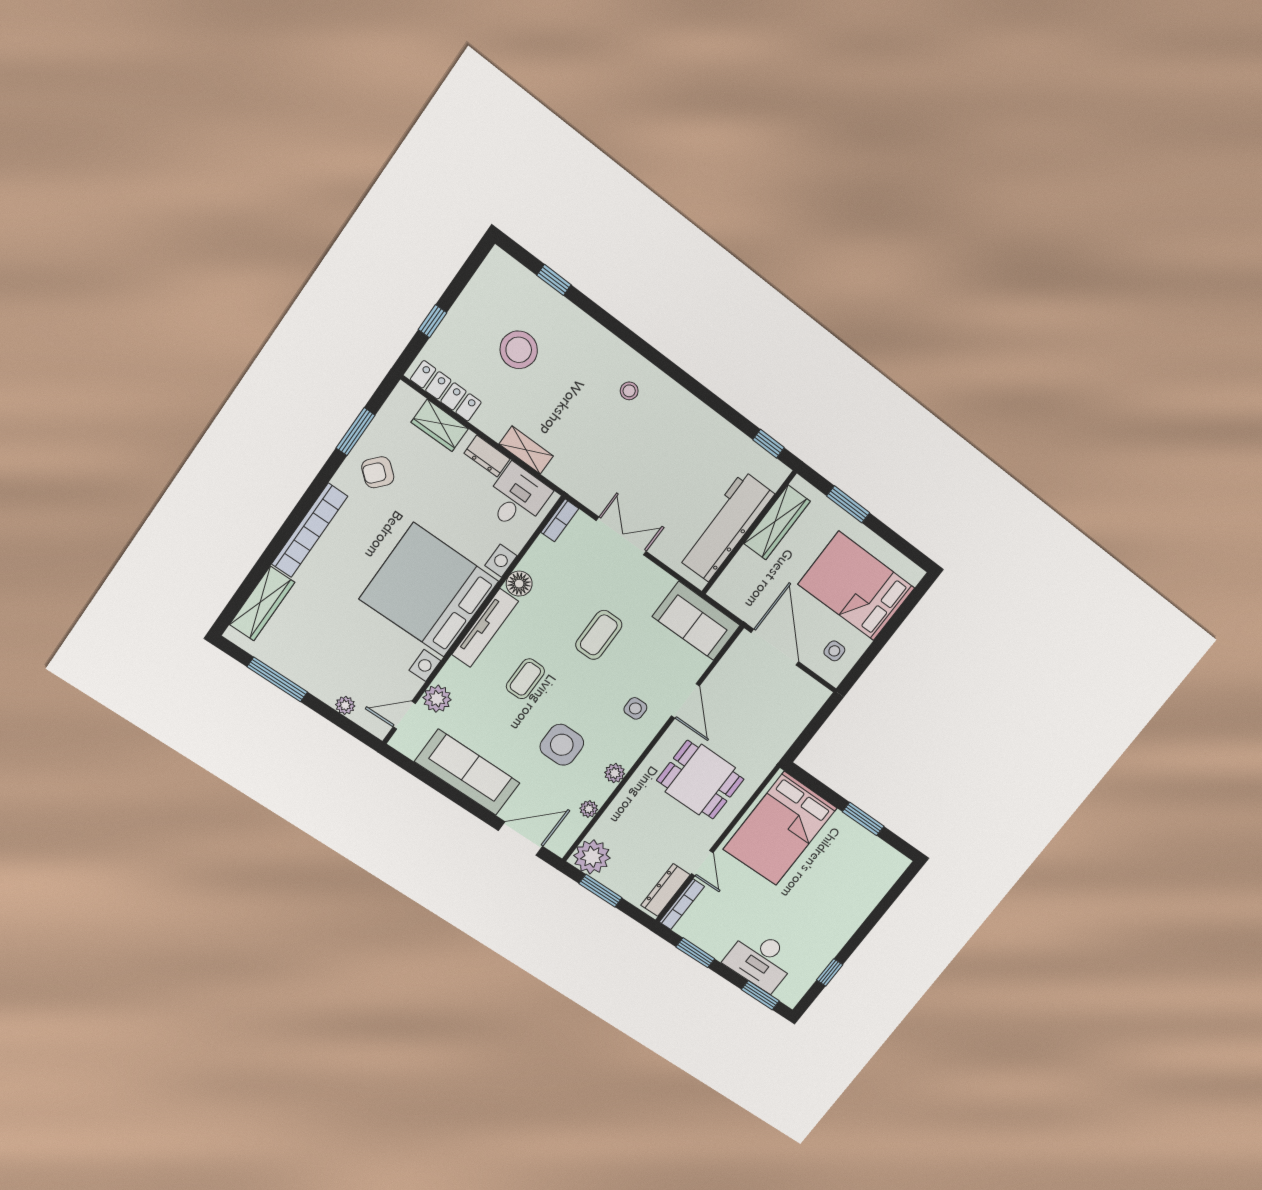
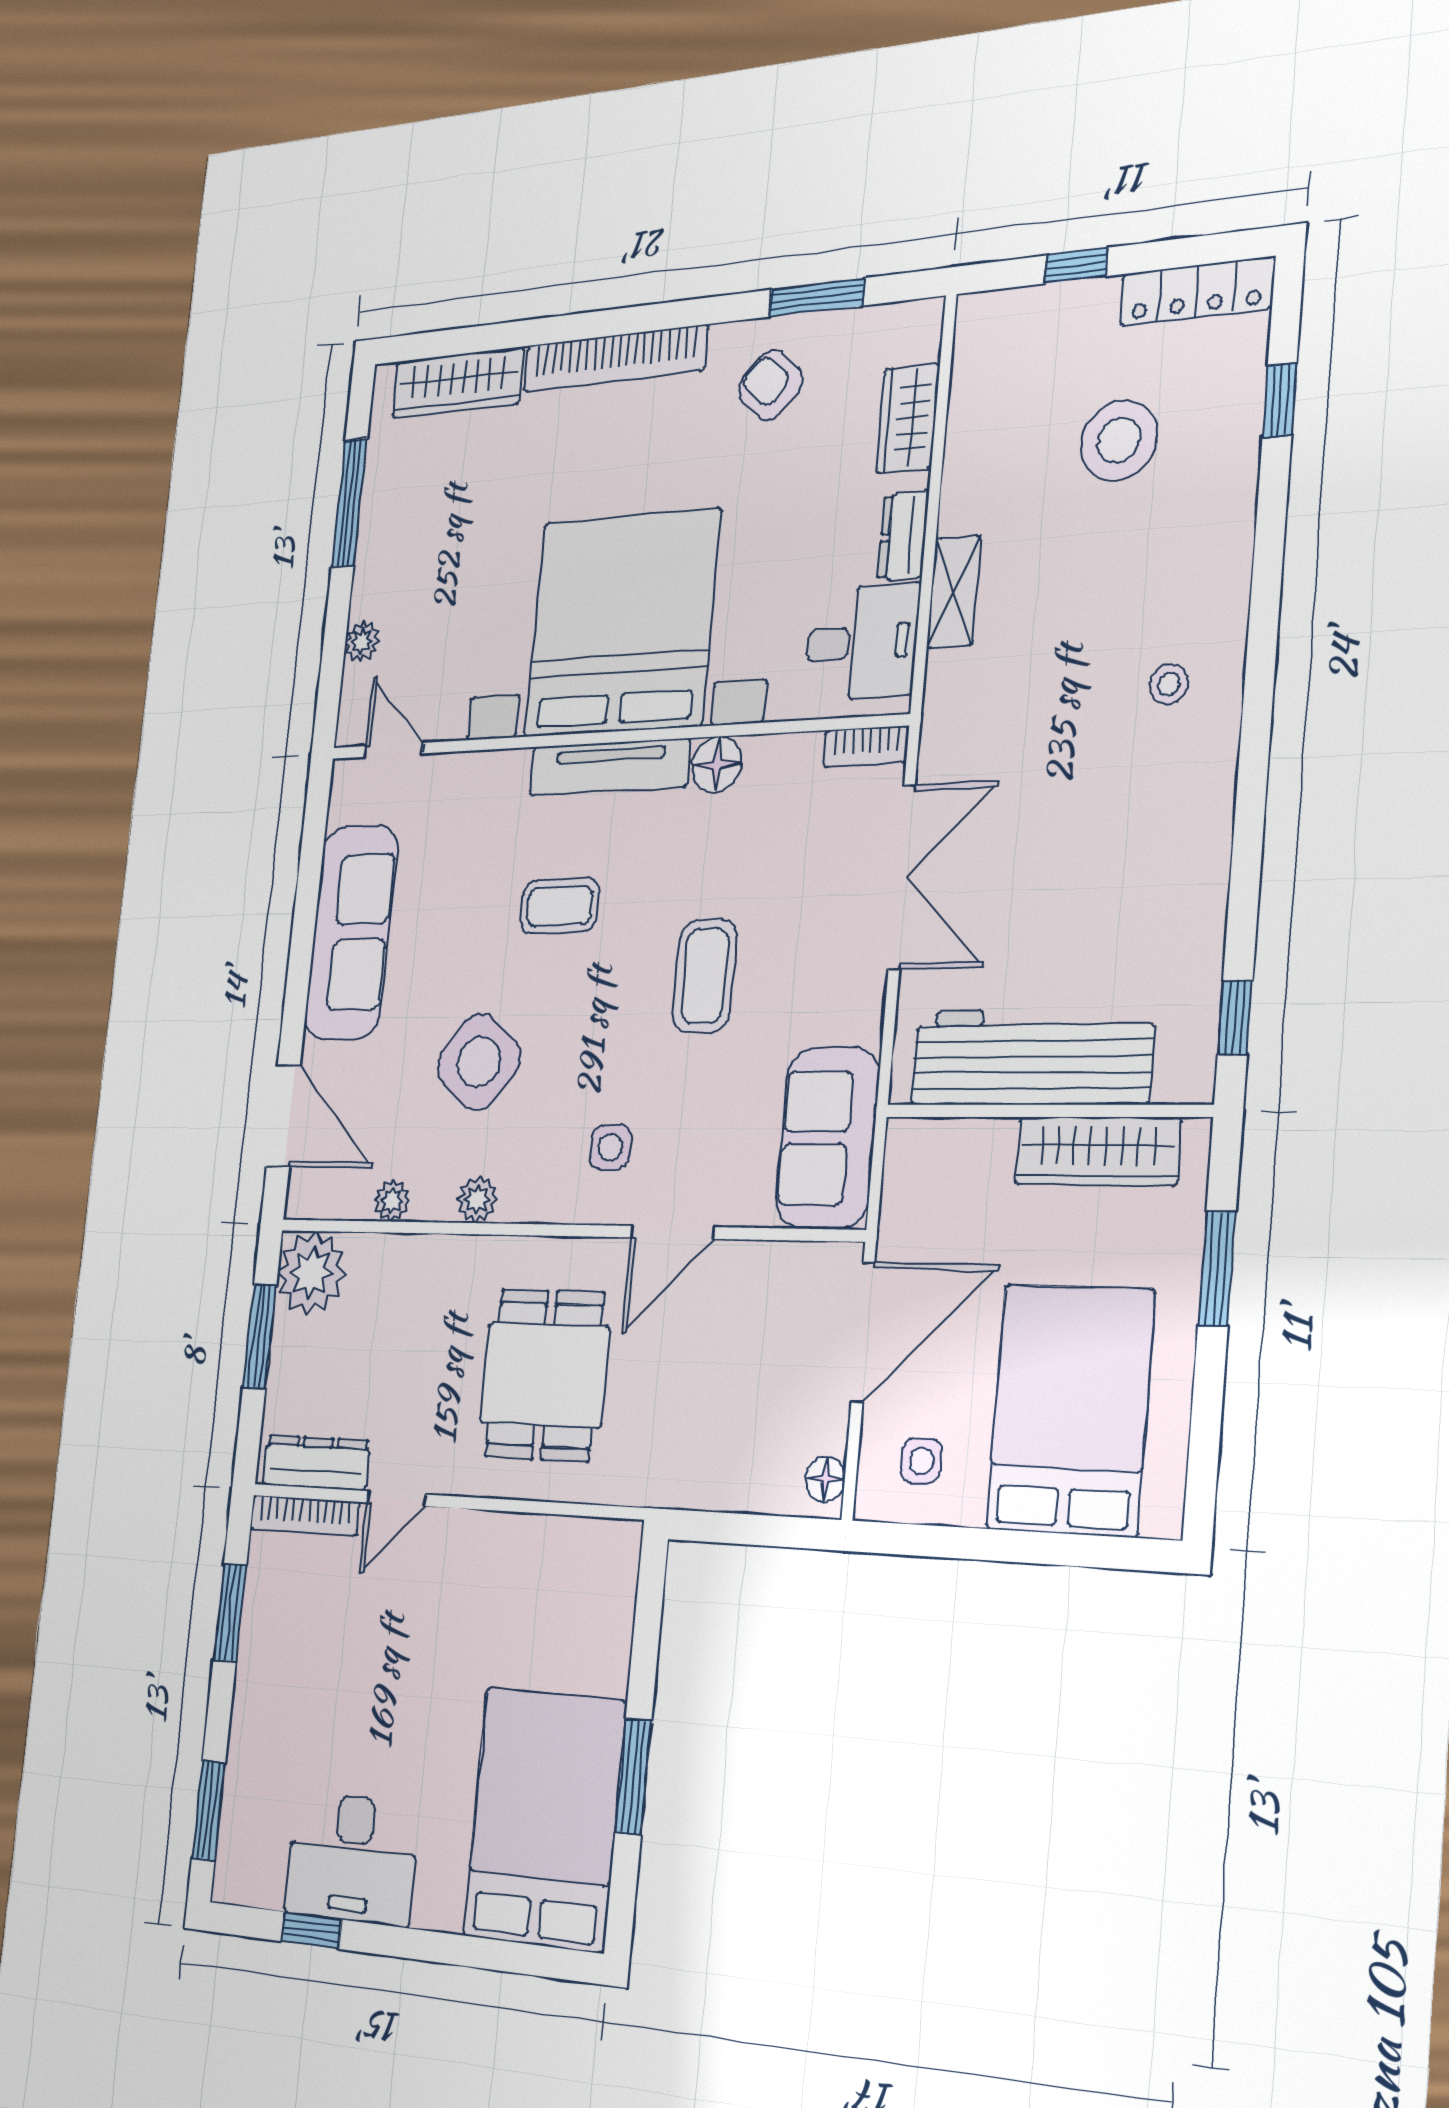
locker: (446, 391) -> (1197, 291), moved, turned 90
double door: (621, 536) -> (902, 877), width x1.37
coffee table: (599, 635) -> (705, 976), turned 90
floor lamp: (815, 691) -> (825, 1479), added
plant: (437, 699) -> (449, 782), removed
side table: (562, 745) -> (479, 1062), turned 38
bed: (780, 829) -> (544, 1819), moved, turned 90
desk: (761, 960) -> (352, 1858), moved, turned -90

